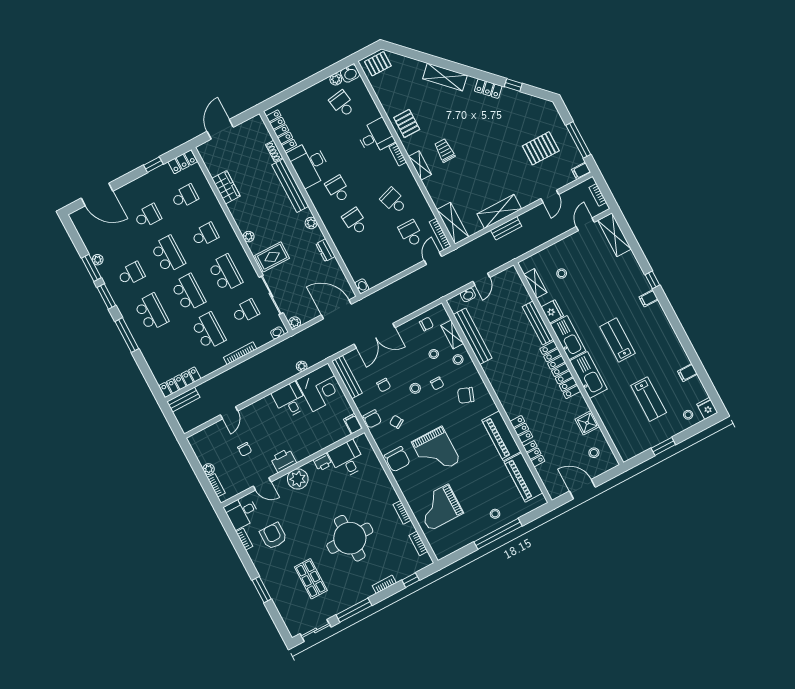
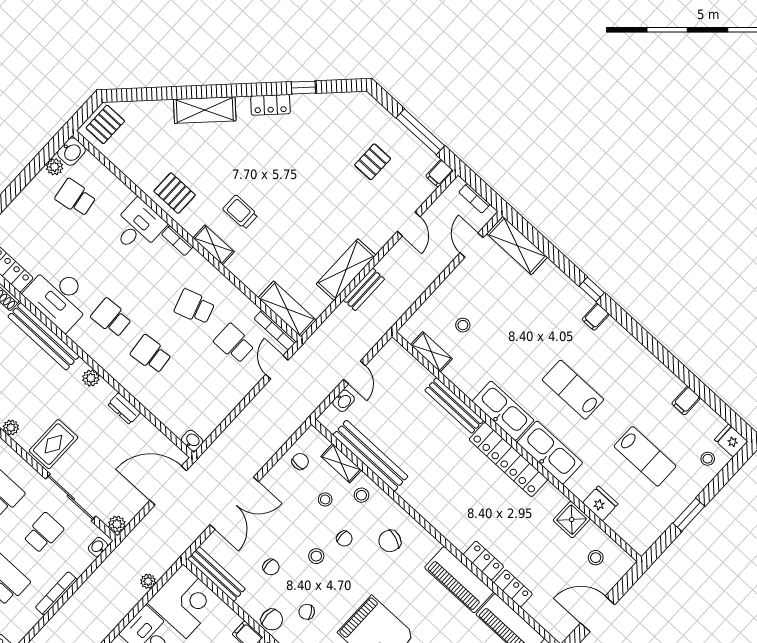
pallet: (541, 148) -> (373, 162), width x0.67, depth x0.71
fridge: (552, 311) -> (600, 503), moved

